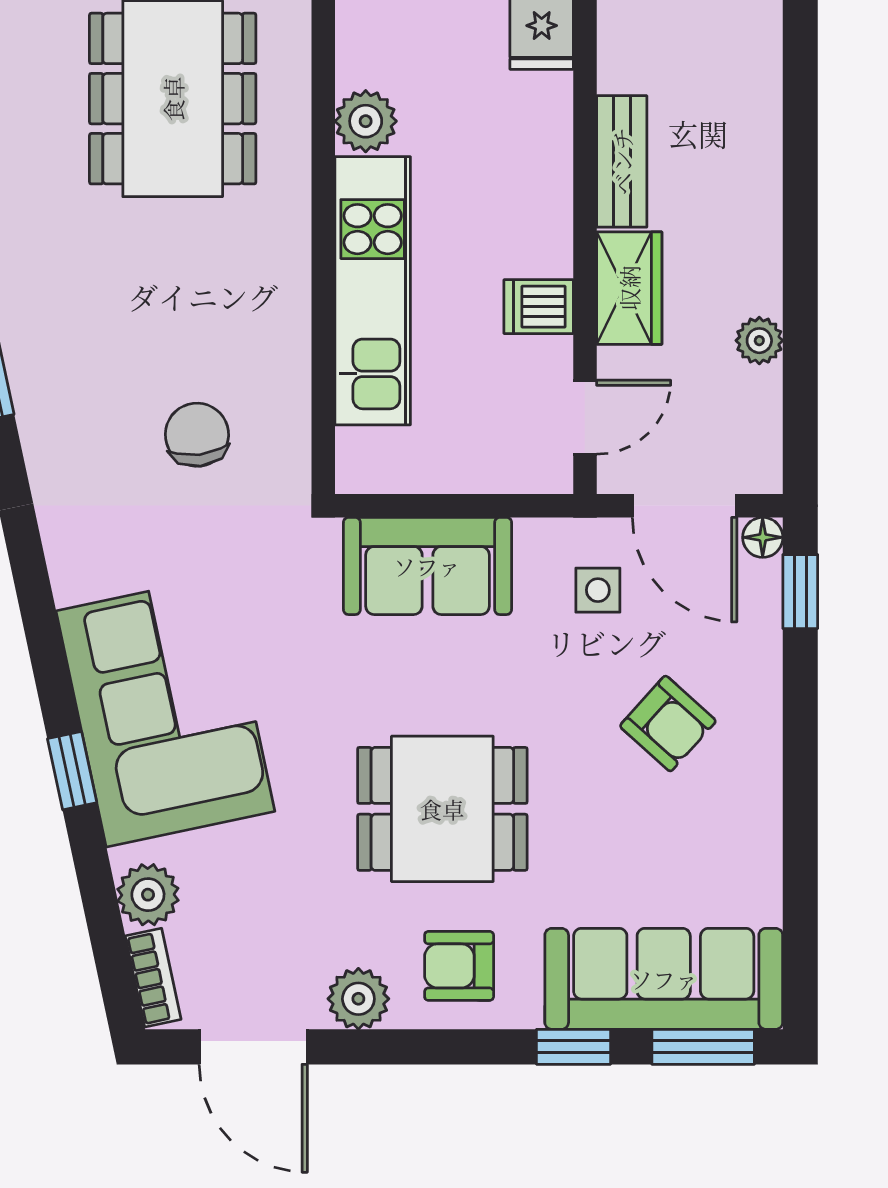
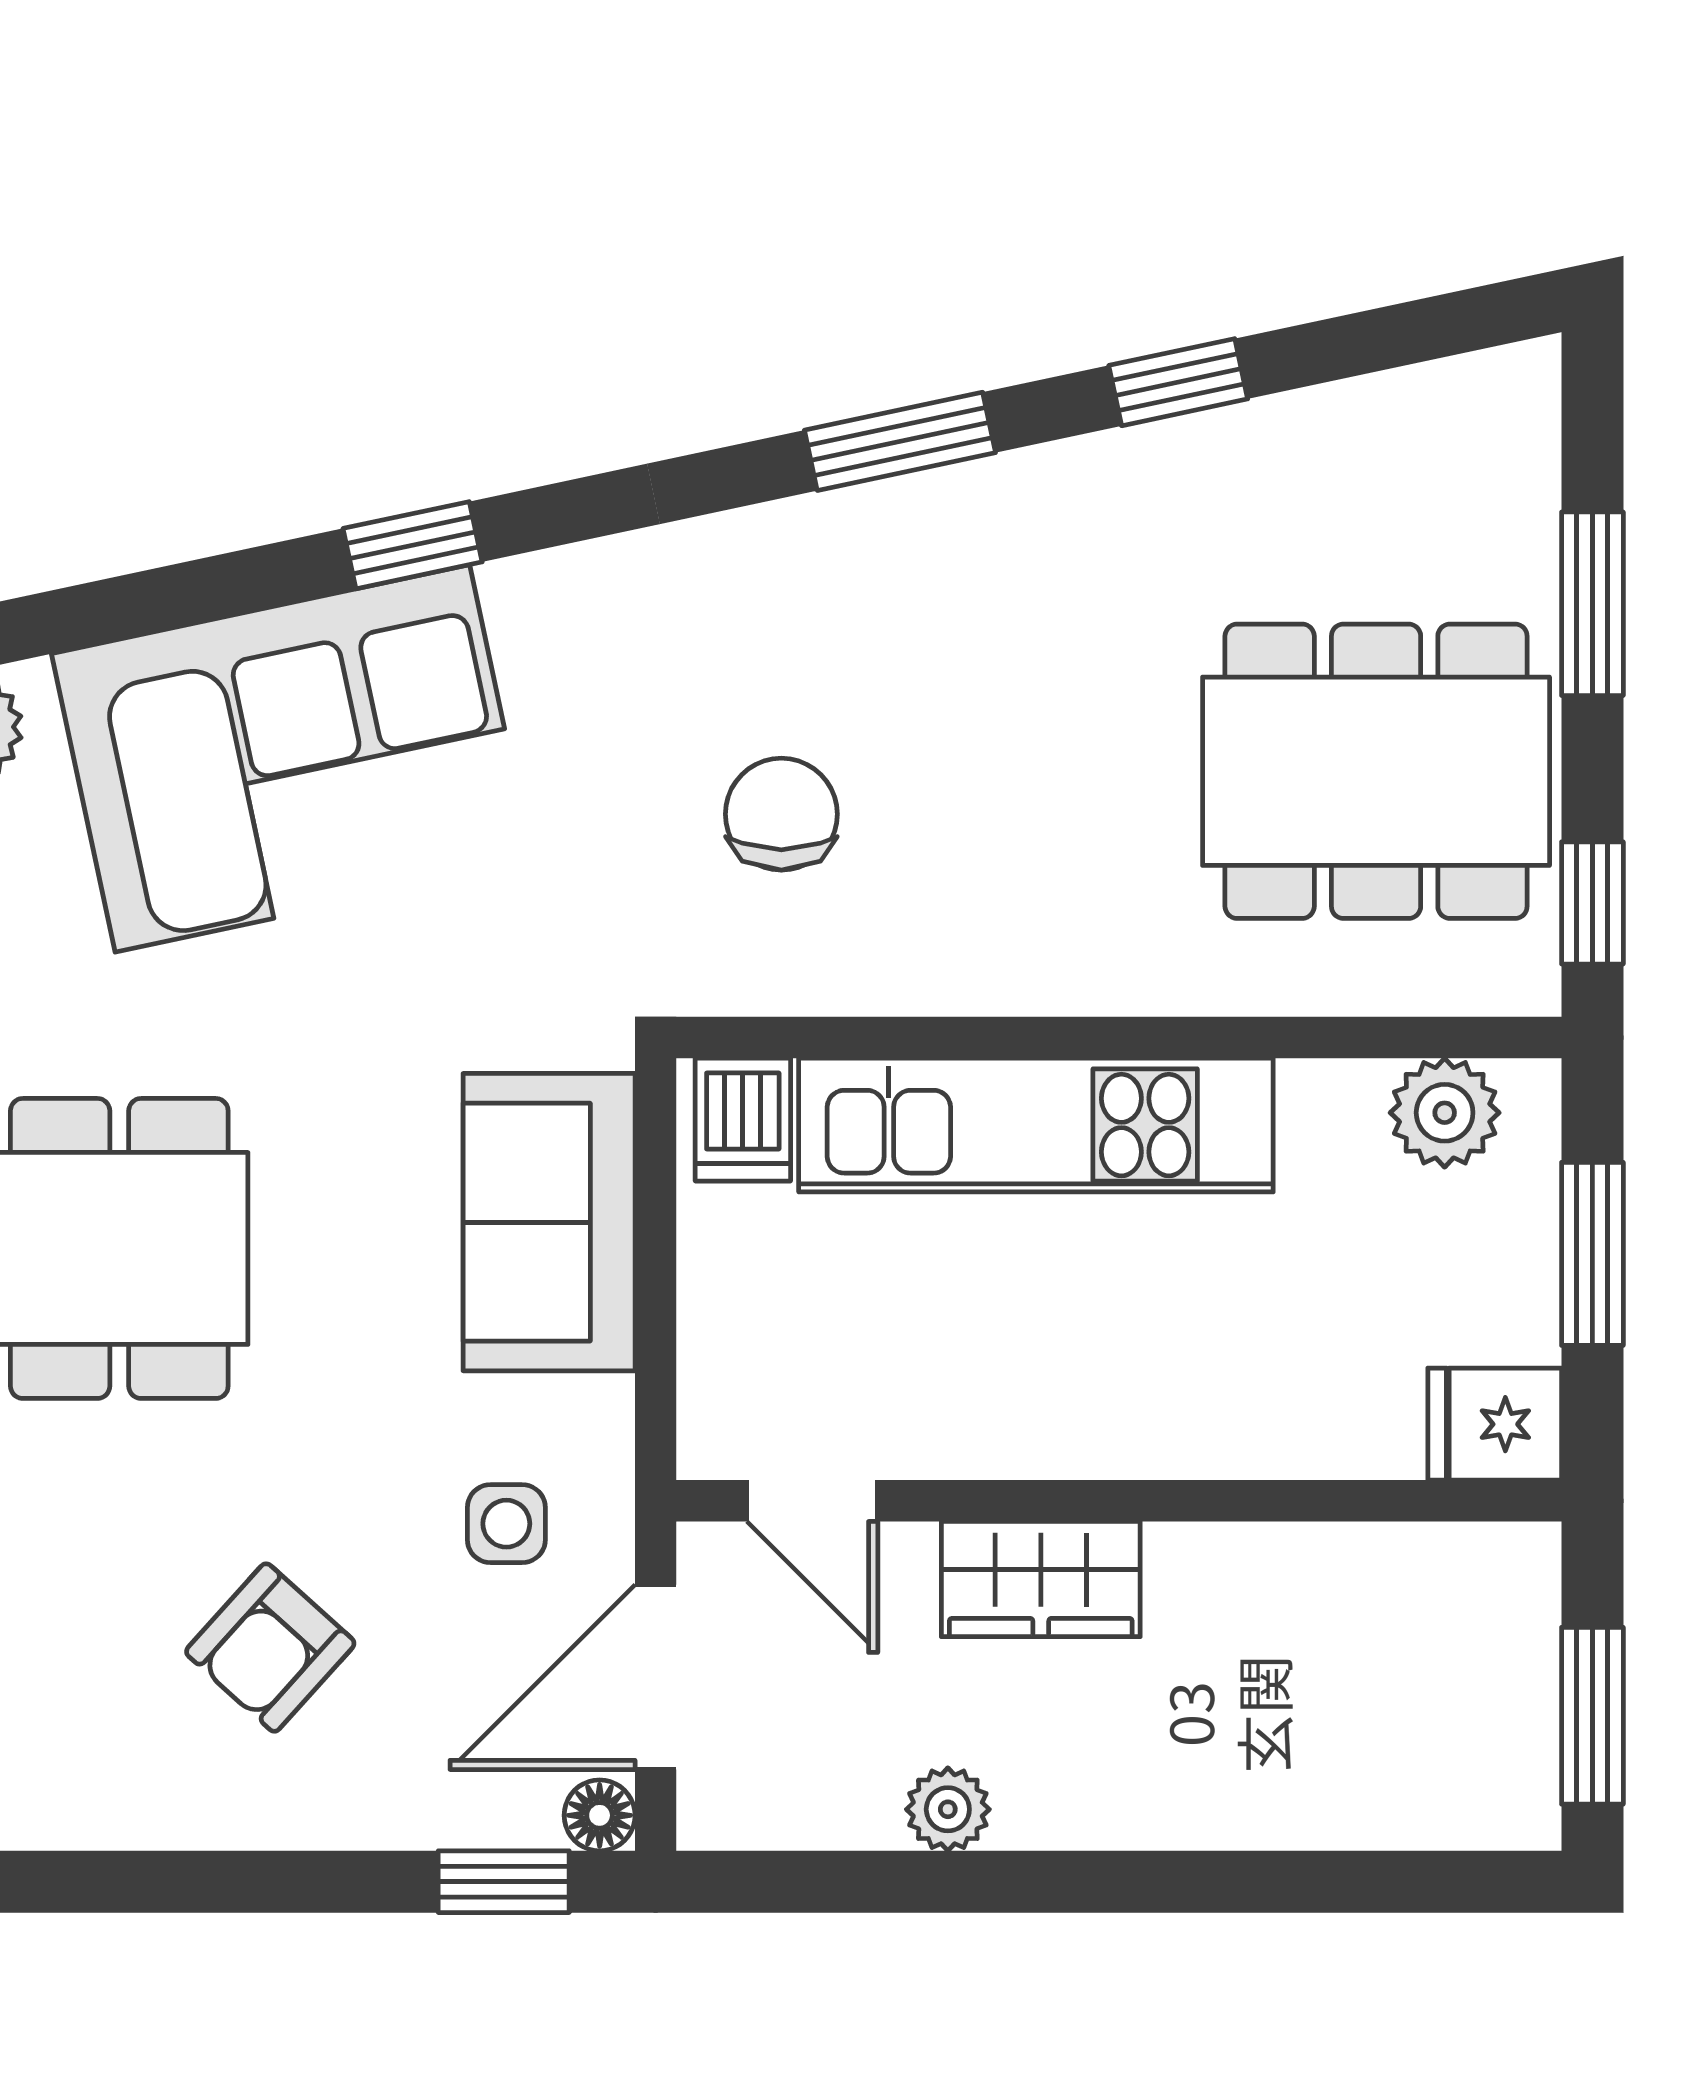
plant: (366, 121) -> (1445, 1113), moved
bench: (622, 161) -> (1265, 1566), removed
dishwasher: (539, 307) -> (743, 1120), moved, turned 180
chair: (197, 435) -> (781, 814), turned -83
window: (72, 771) -> (413, 545), moved

